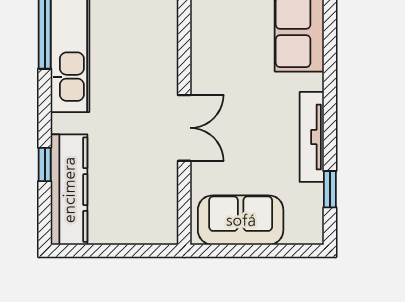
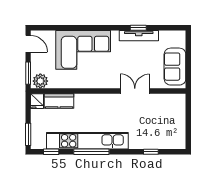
window: (330, 189) -> (138, 28), moved
kitchen counter: (69, 190) -> (162, 141), removed

